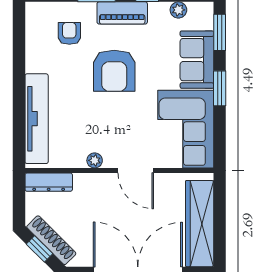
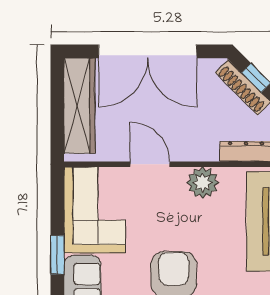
plant: (95, 160) -> (203, 183), width x1.88, depth x1.88

